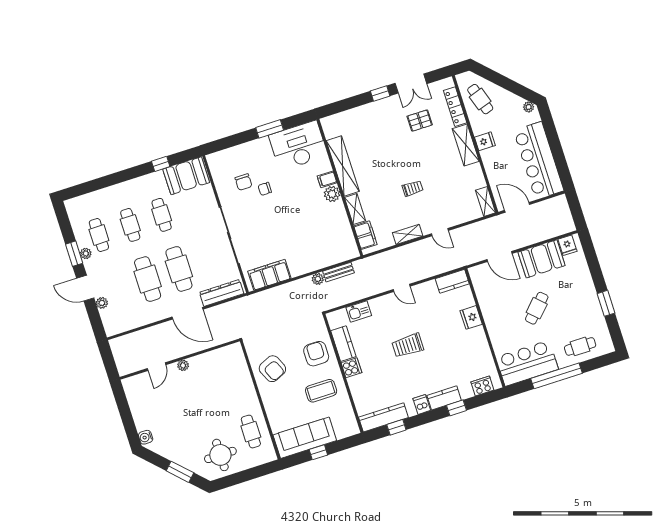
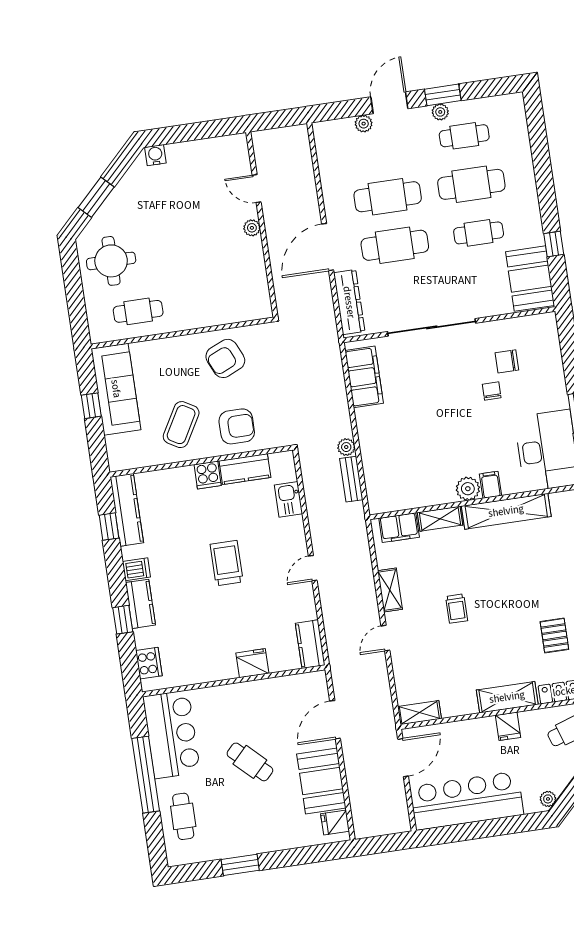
cafe table: (130, 225) -> (471, 184), width x1.37, depth x1.35
coffee table: (321, 391) -> (181, 425), turned 30

